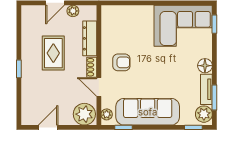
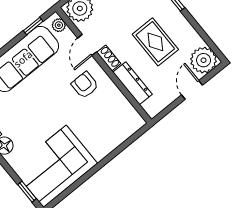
plant: (73, 11) -> (204, 60), moved, width x1.88, depth x1.88
armchair: (121, 62) -> (85, 85), turned 90
door: (99, 87) -> (87, 45), swing flipped

